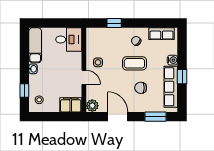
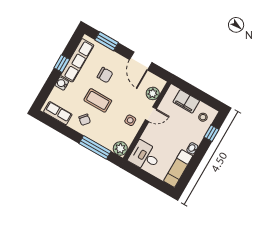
window: (114, 23) -> (95, 147), width x2.17
plant: (93, 34) -> (120, 148), added
door: (84, 77) -> (151, 114), swing flipped
filing cabinet: (71, 105) -> (186, 101), moved
plant: (92, 106) -> (153, 93), moved

